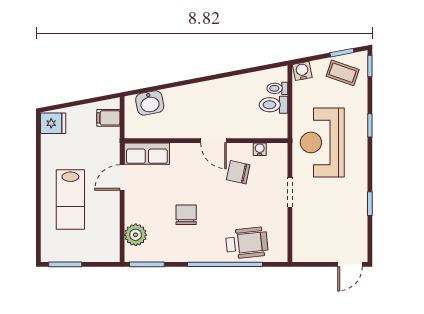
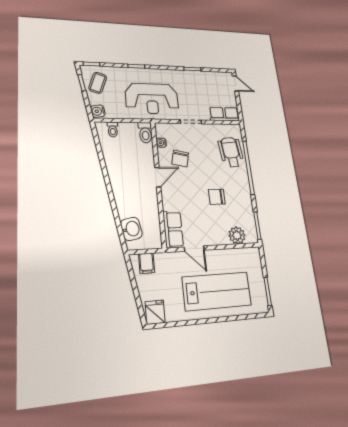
toilet: (273, 105) -> (145, 133), moved
lab bench: (70, 199) -> (217, 291), width x1.36, depth x1.39
row of seats: (302, 241) -> (224, 114), added

